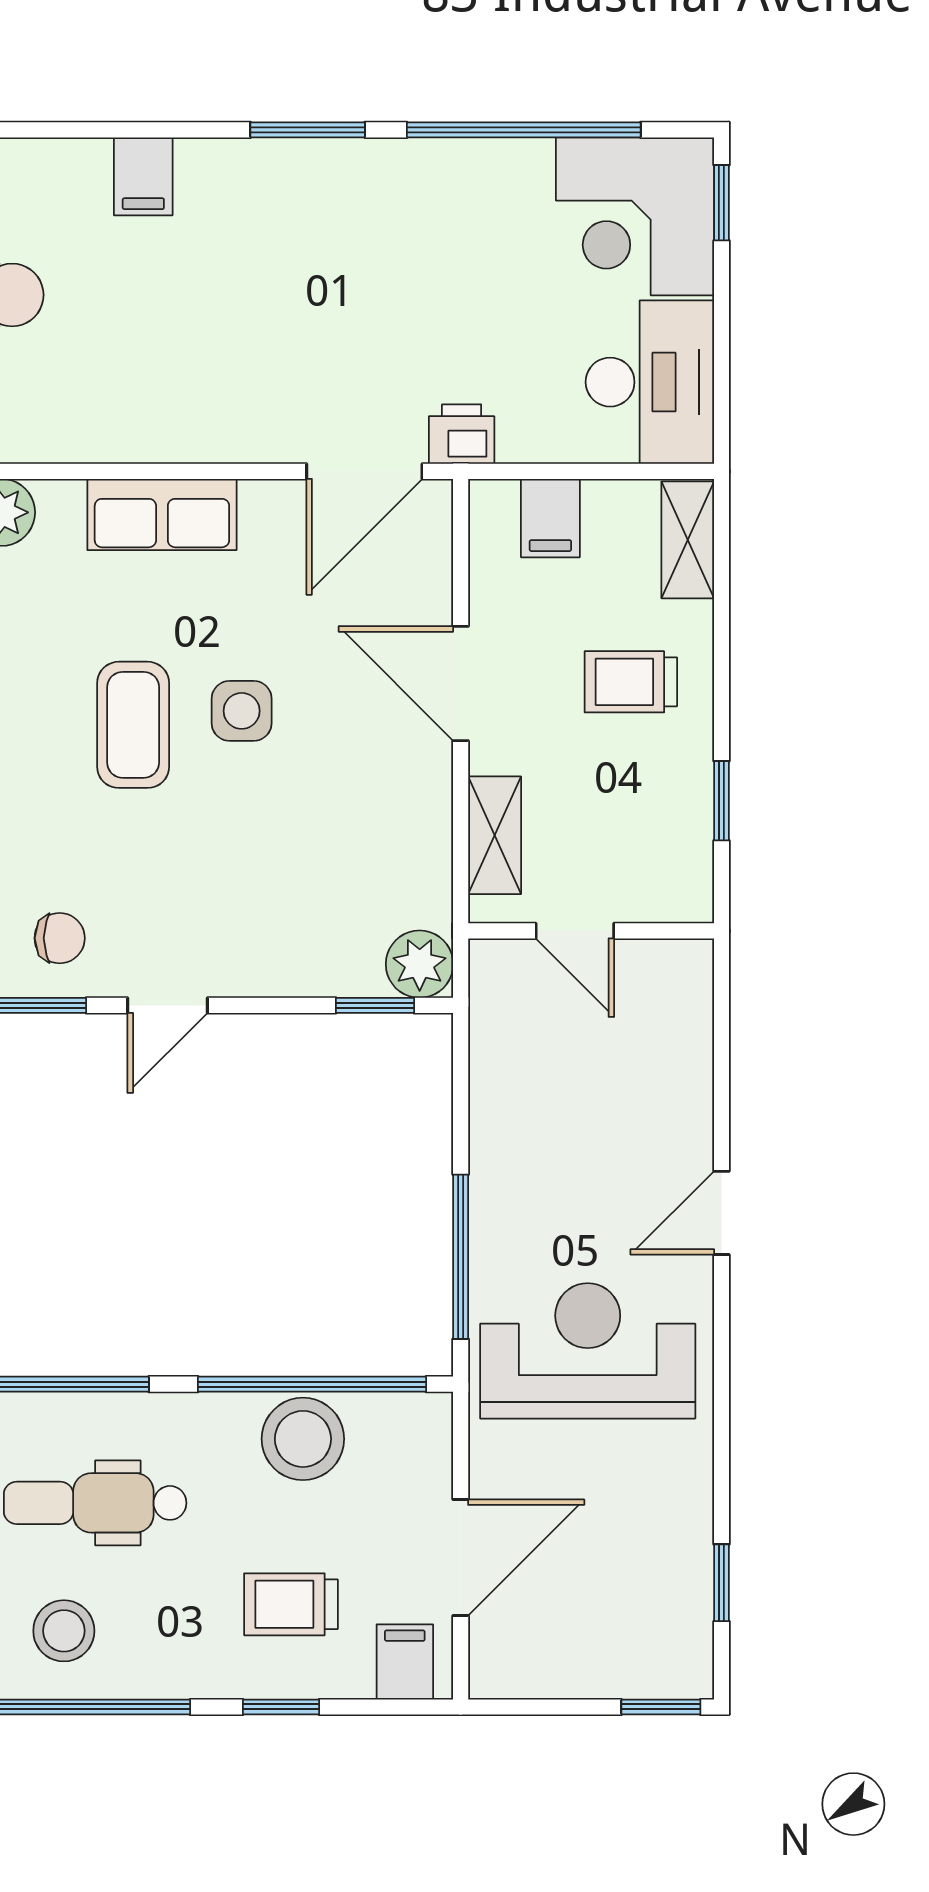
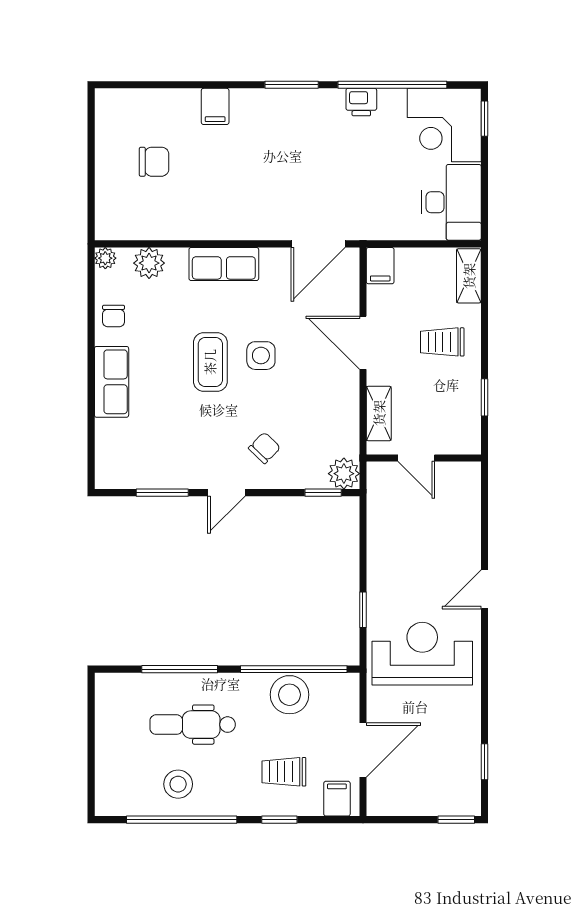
printer: (462, 434) -> (361, 102), moved, turned 180
filing cabinet: (550, 518) -> (380, 266), moved
chair: (60, 938) -> (264, 448), moved, turned -46
window: (461, 1257) -> (363, 610), width x0.46

